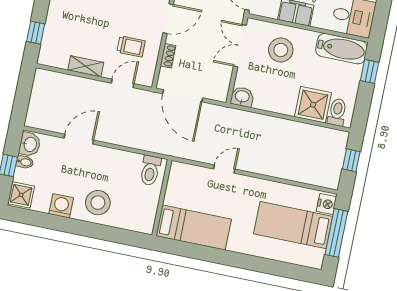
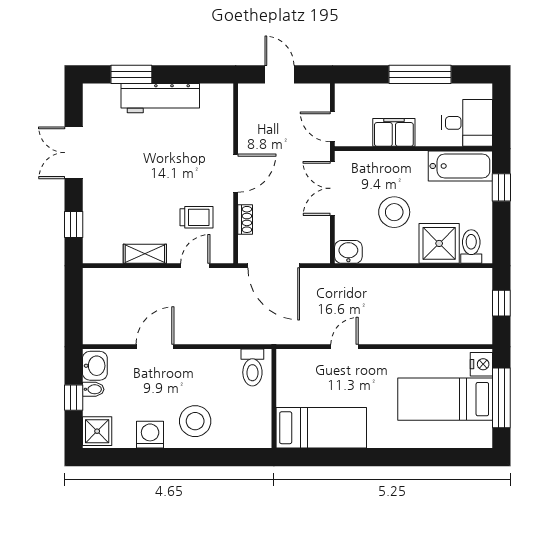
stool: (281, 50) -> (394, 212), moved

